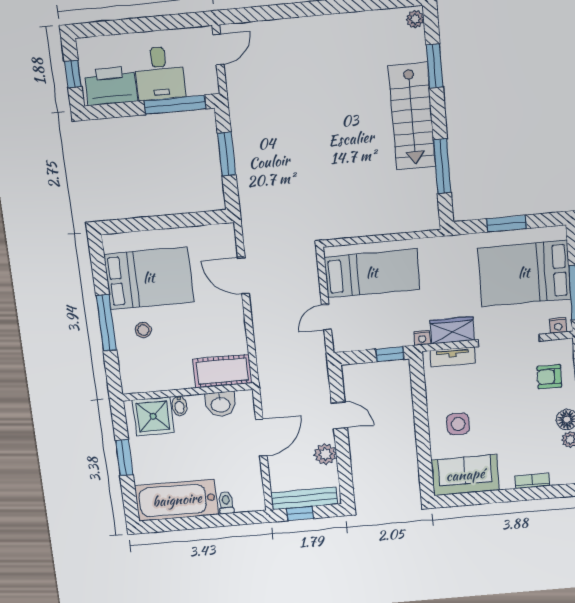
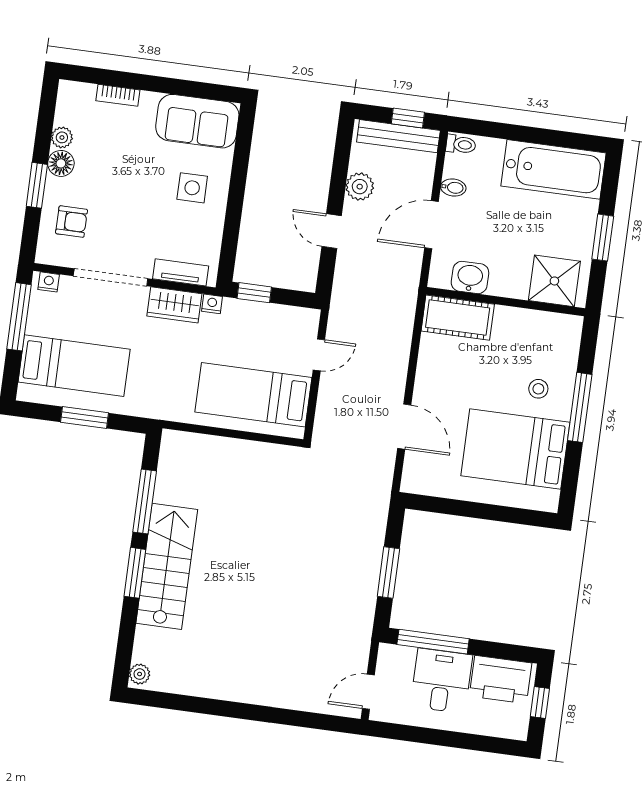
window: (435, 66) -> (135, 573), moved
bed: (524, 273) -> (74, 366), width x0.67
bidet: (179, 406) -> (453, 188), moved, turned 90
toilet: (226, 503) -> (461, 144), moved, turned -90

